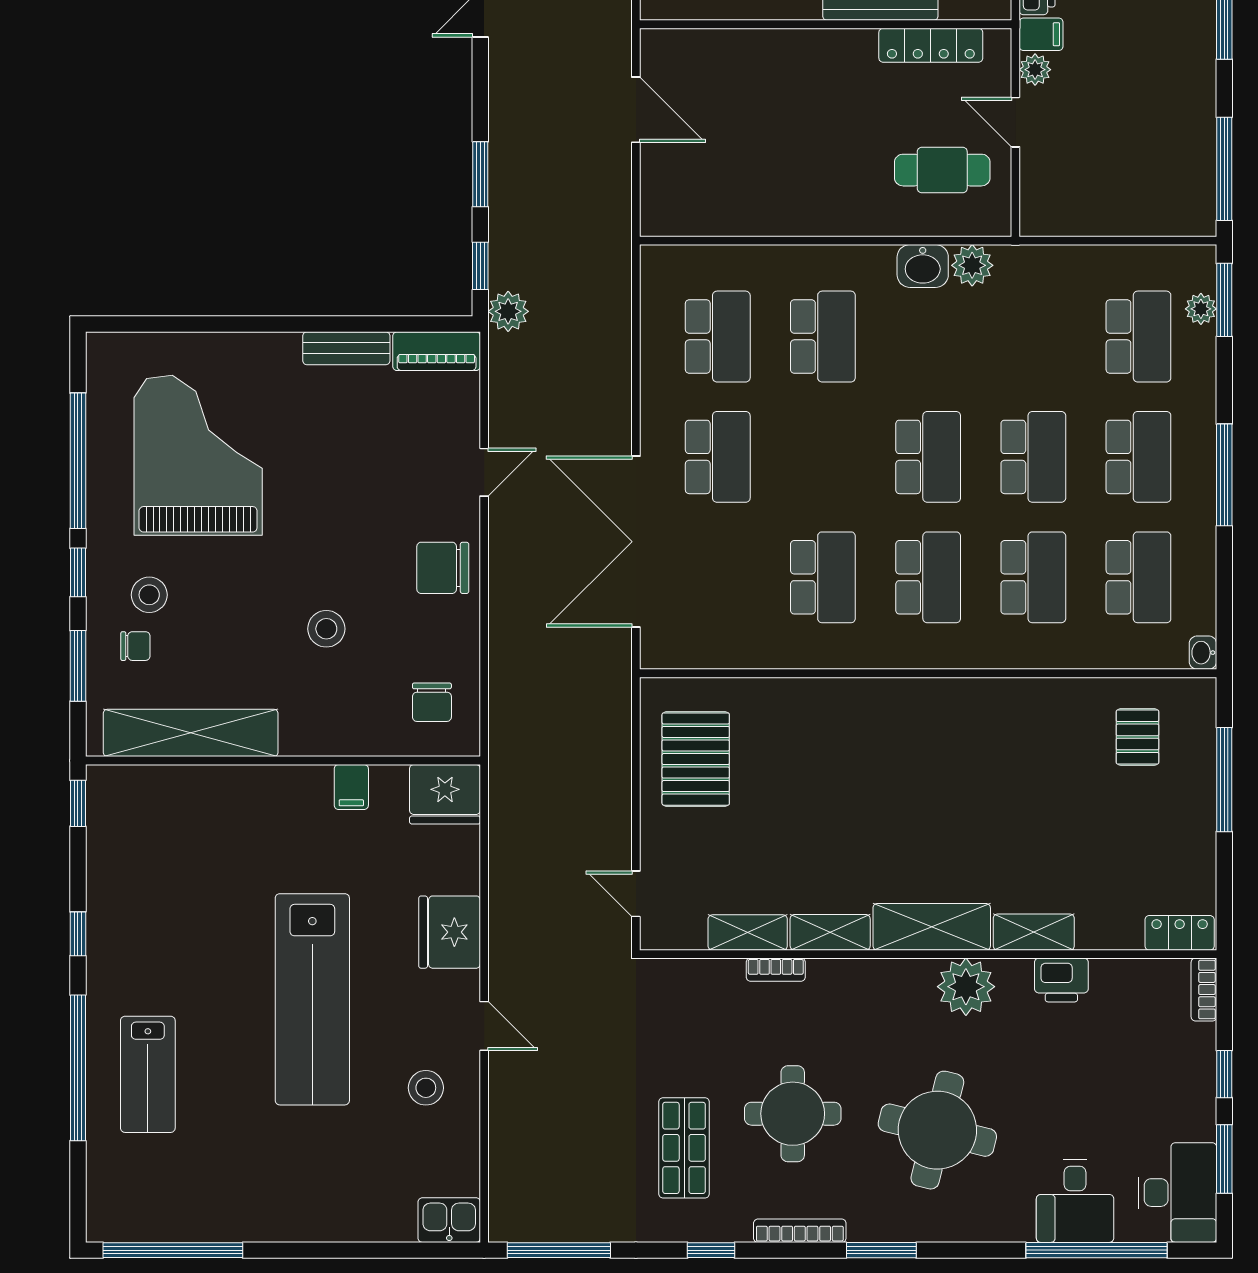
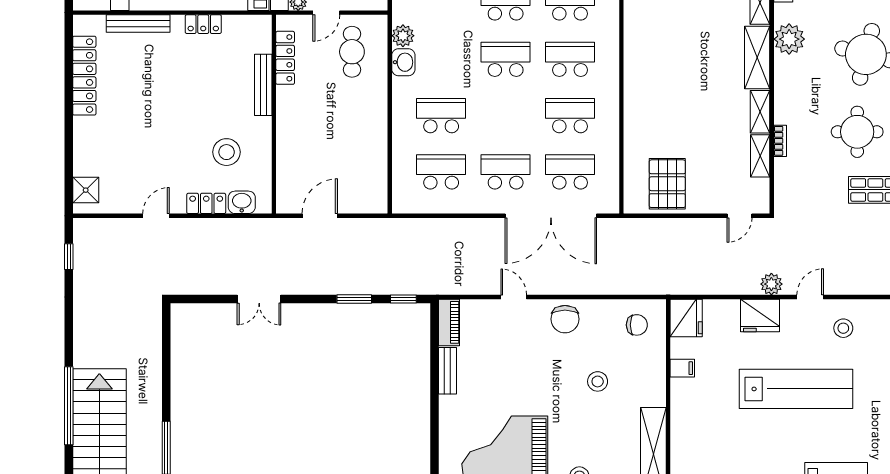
plant: (508, 311) -> (771, 284), moved
school desk: (718, 577) -> (570, 172), added
pallet: (696, 759) -> (667, 184), turned 90

